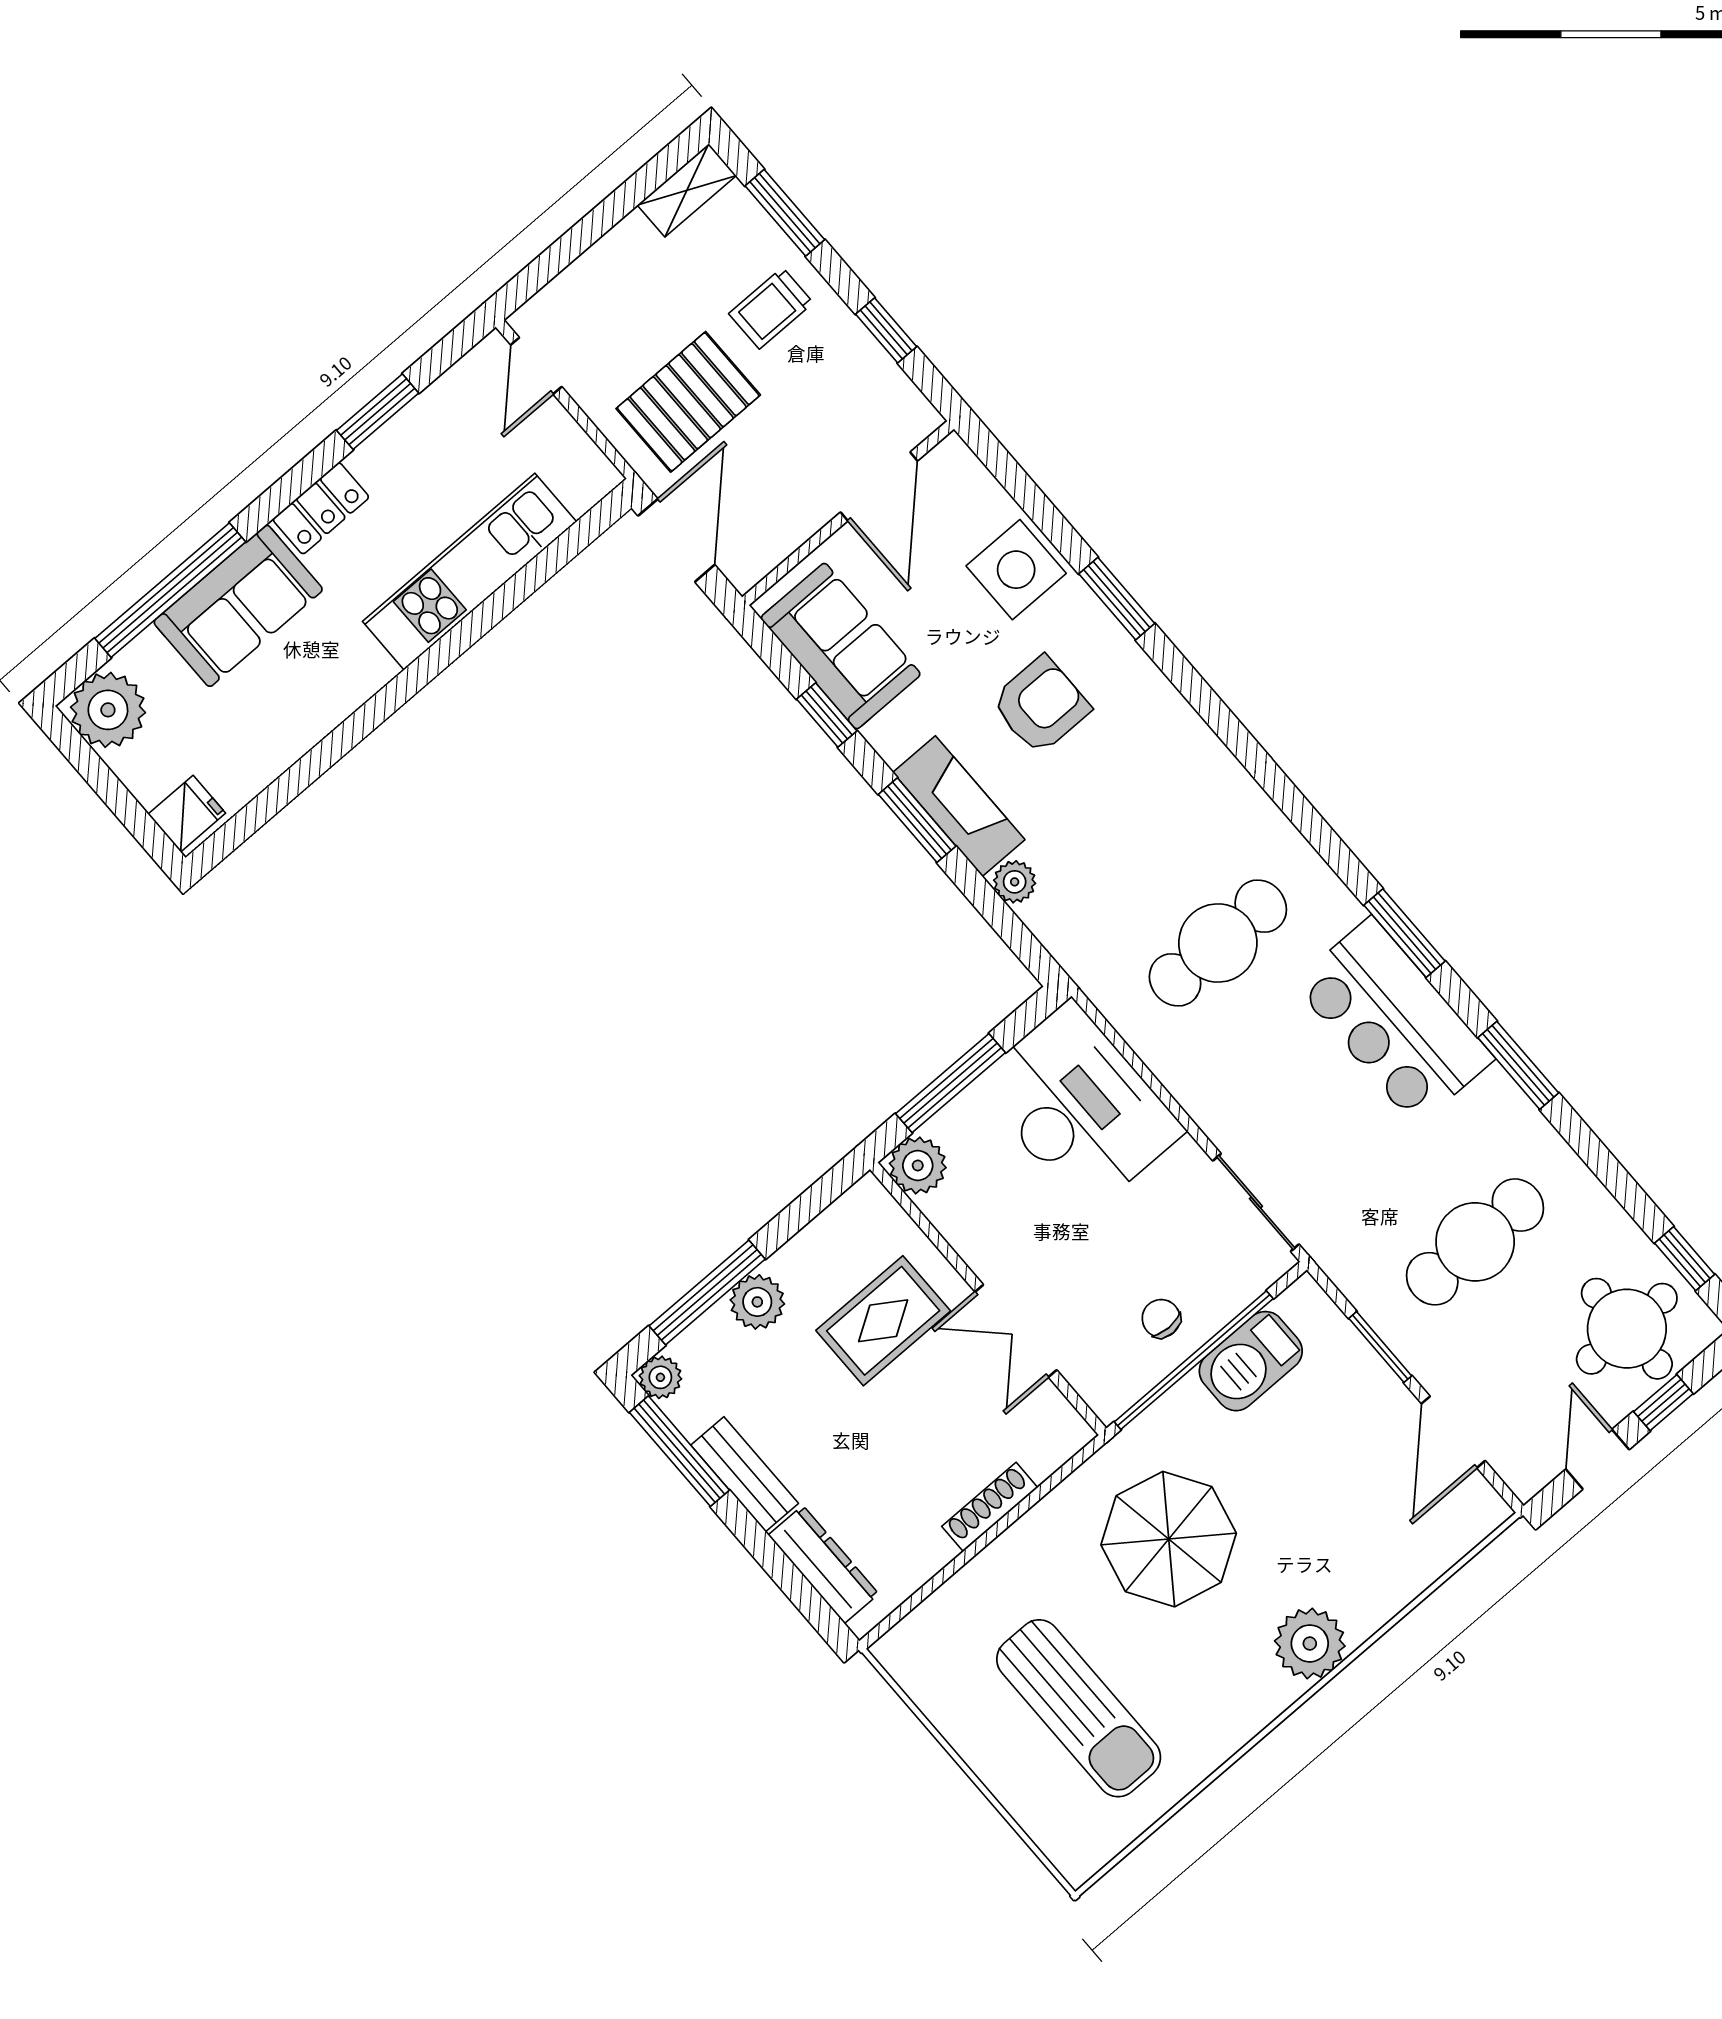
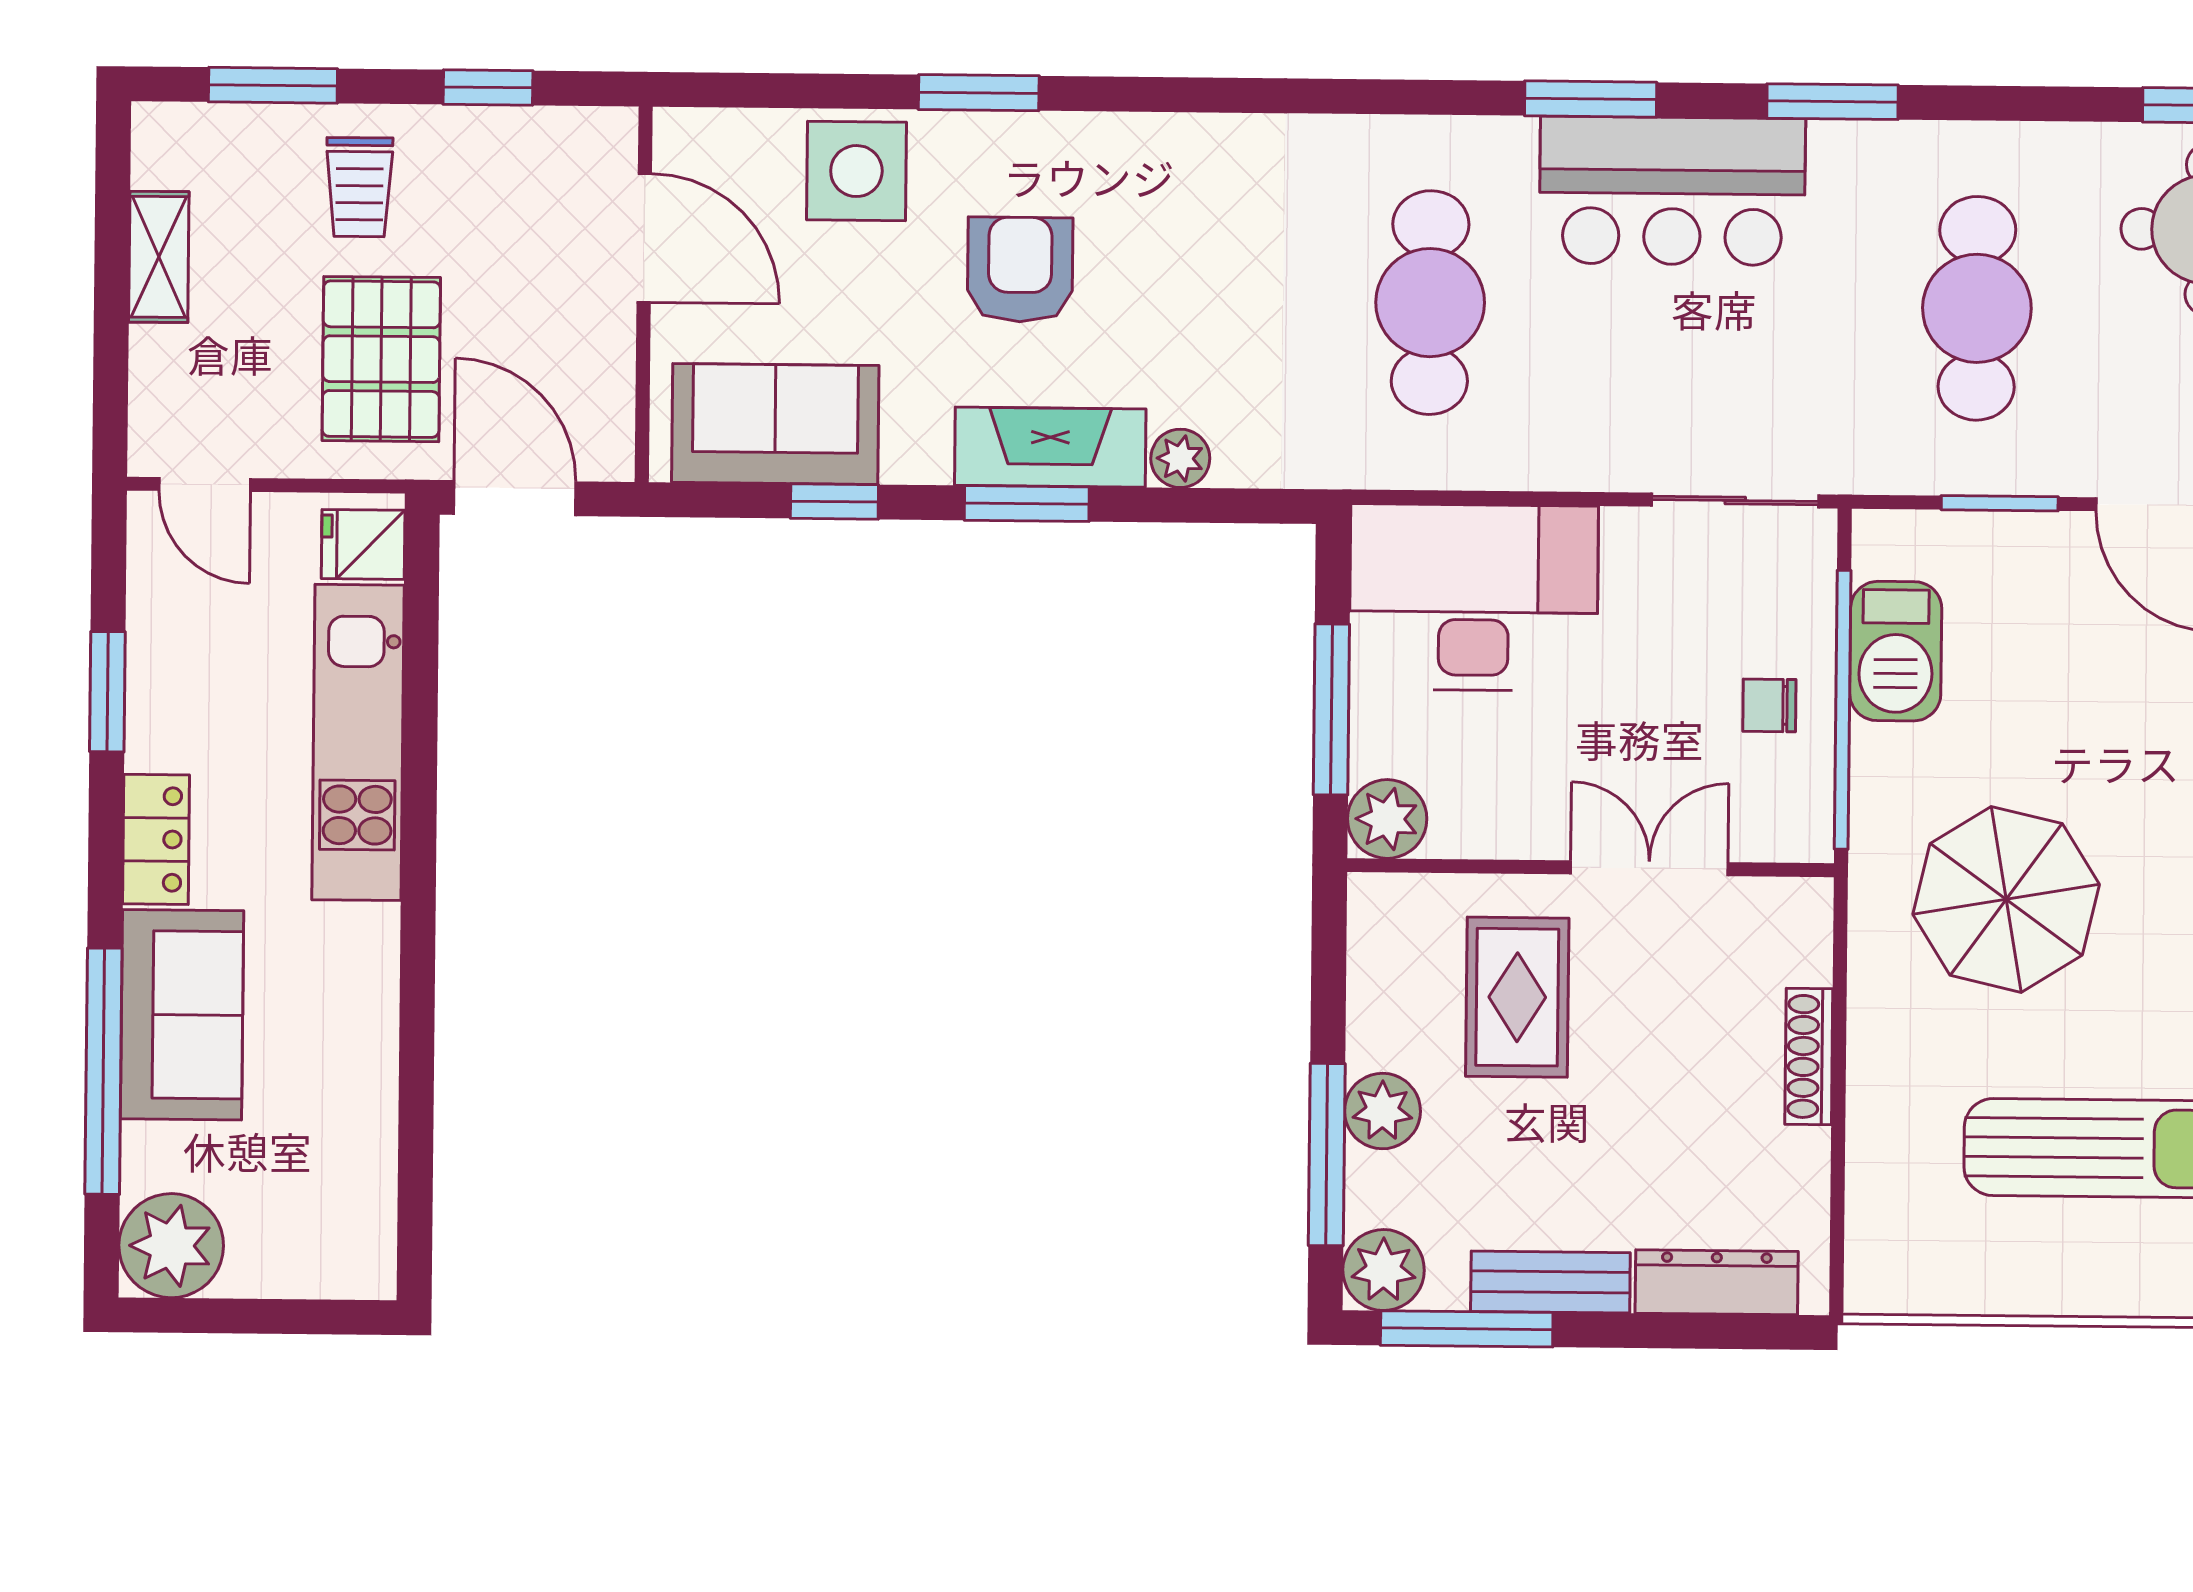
shelving: (687, 190) -> (159, 257), moved
fridge: (187, 814) -> (363, 544), moved, turned -90
double door: (1016, 1331) -> (1649, 868), swing flipped
plant: (660, 1377) -> (1384, 1270), width x1.38, depth x1.38

